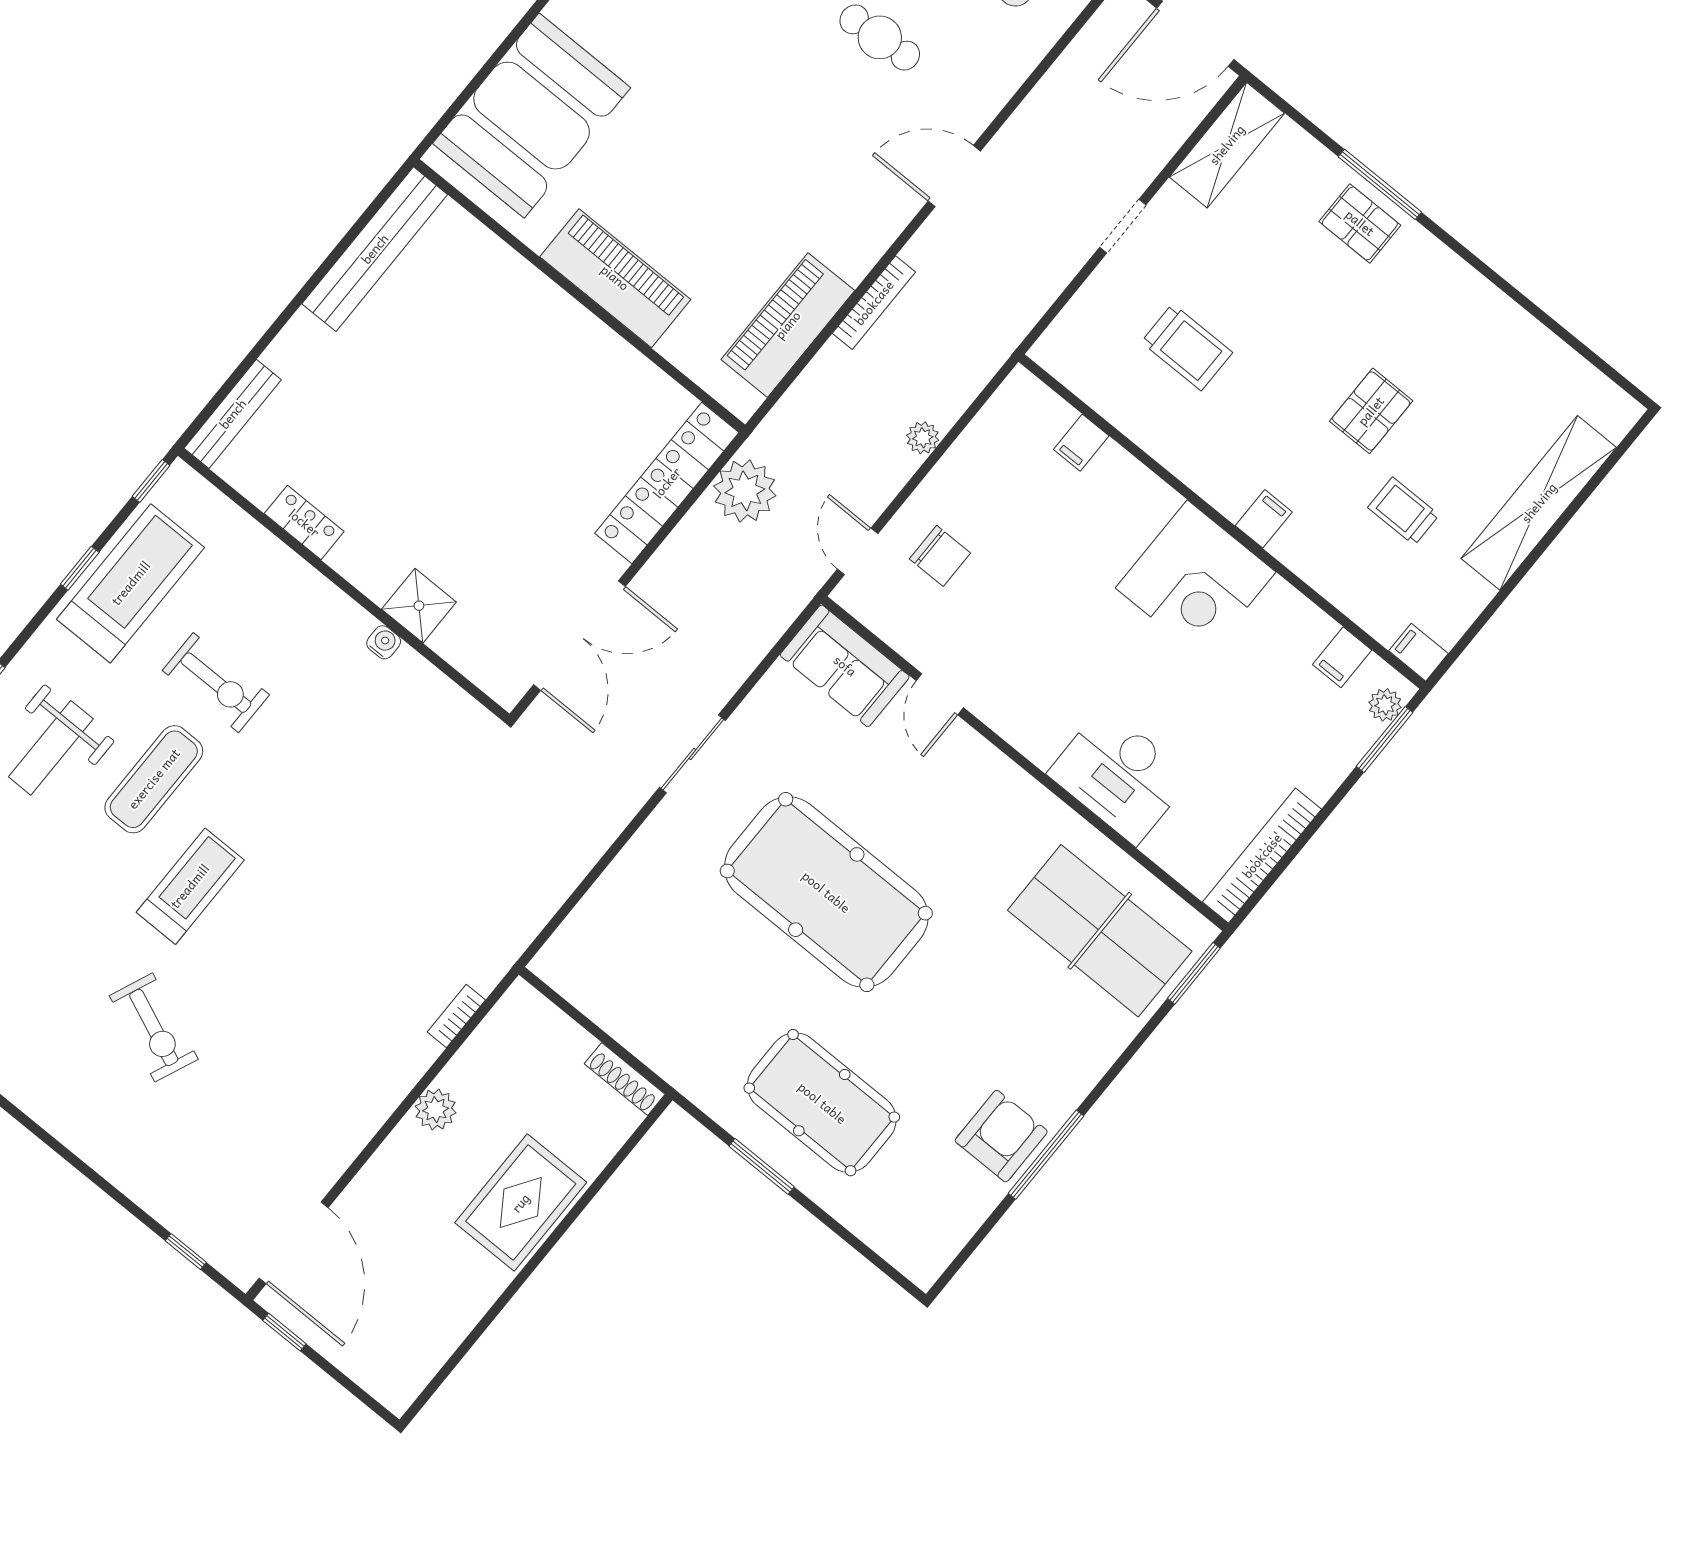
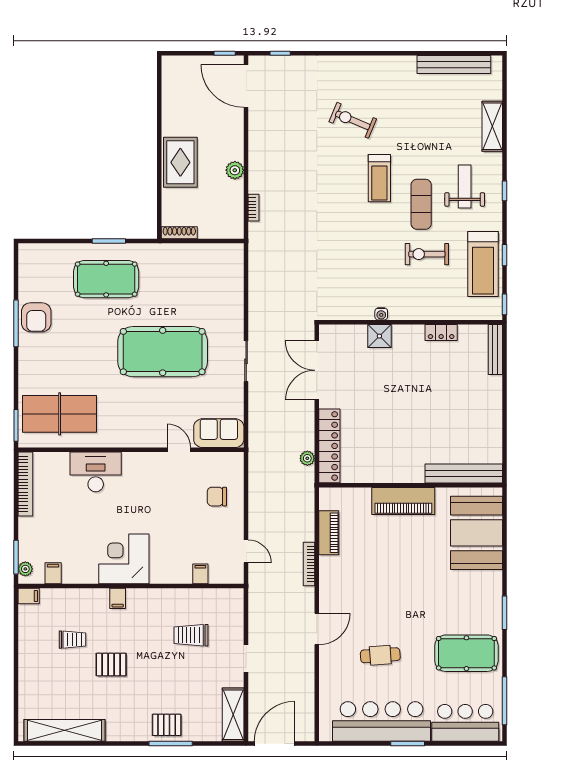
bench: (375, 249) -> (464, 473), moved, turned 90
piano: (788, 325) -> (329, 533), width x0.73, depth x0.75
pallet: (1371, 411) -> (111, 665), turned 90
plant: (923, 438) -> (255, 532), removed
plant: (745, 491) -> (307, 458), width x0.53, depth x0.53
shelving: (1539, 503) -> (65, 730), moved, turned 90
door: (858, 551) -> (246, 551), moved

